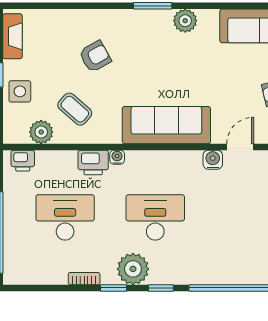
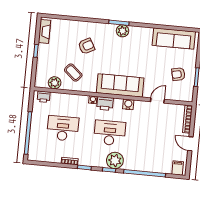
plant: (185, 21) -> (123, 31), moved
side table: (20, 91) -> (46, 61), removed
water cooler: (213, 160) -> (128, 104), moved
printer: (93, 162) -> (105, 104), moved
plant: (133, 269) -> (115, 160), moved

